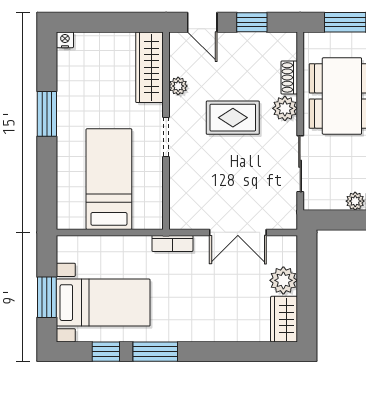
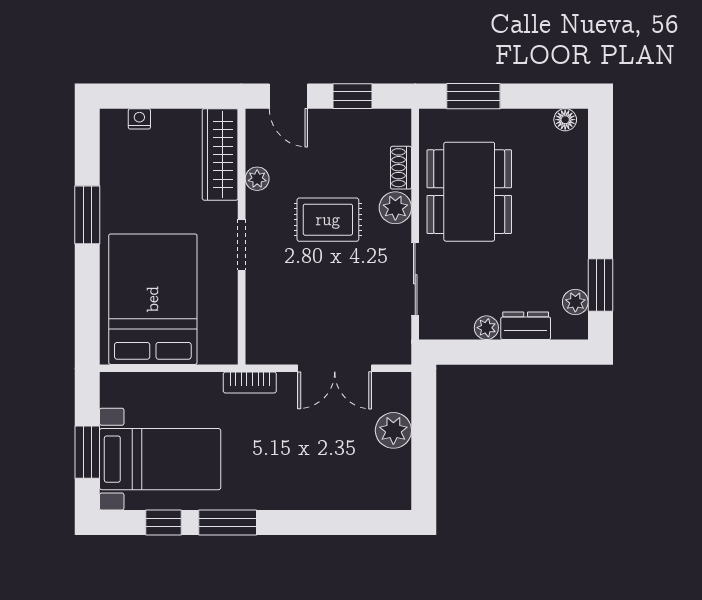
nightstand: (65, 40) -> (139, 119), moved
bed: (109, 179) -> (153, 299), width x1.50
wardrobe: (284, 319) -> (394, 481), removed

